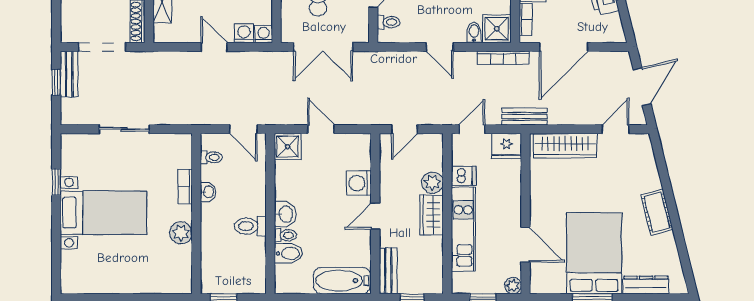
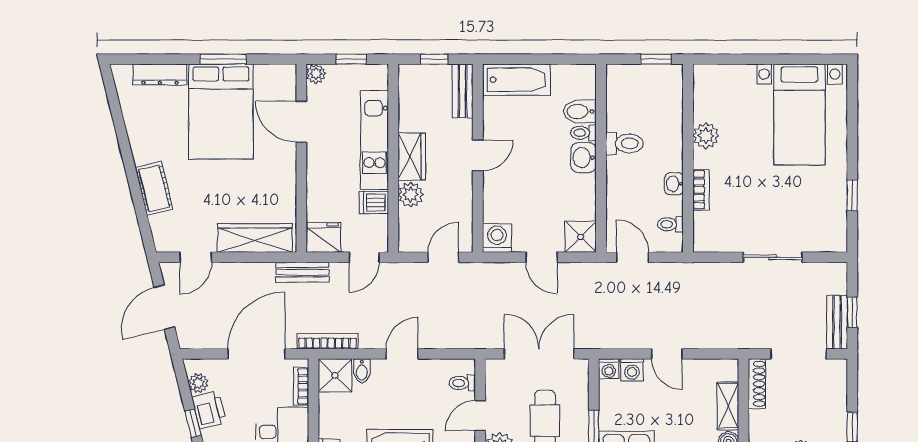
plant: (613, 22) -> (198, 383), added
door: (440, 47) -> (402, 354), hinge flipped
washing machine: (359, 183) -> (497, 238), moved, turned -90
cot: (657, 212) -> (154, 188), moved
bed with nightstands: (103, 213) -> (799, 114), moved, turned -90

